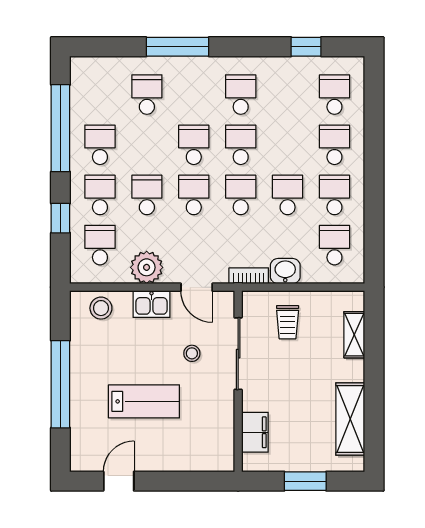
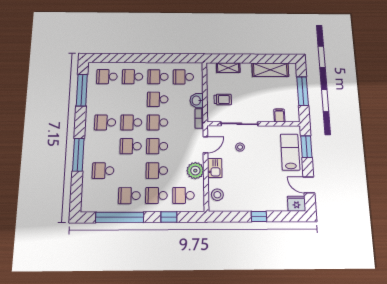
window: (306, 47) -> (82, 90), width x2.17
window: (60, 384) -> (259, 217), width x0.32
lab bench: (144, 401) -> (290, 152), moved
filing cabinet: (255, 432) -> (279, 115), width x0.50
fridge: (84, 455) -> (297, 204), added
window: (192, 481) -> (306, 147), added
window: (305, 481) -> (303, 91), width x1.44

